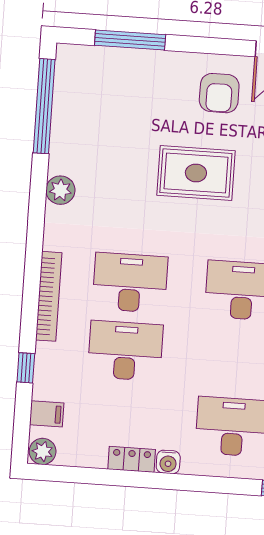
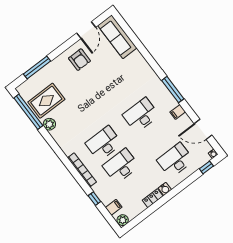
rug: (196, 173) -> (46, 101), moved
plant: (60, 190) -> (49, 124), moved

